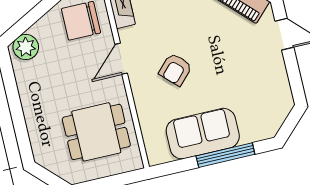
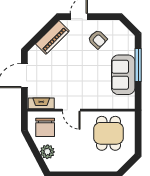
plant: (26, 47) -> (47, 152), moved
armchair: (175, 70) -> (98, 39), moved

